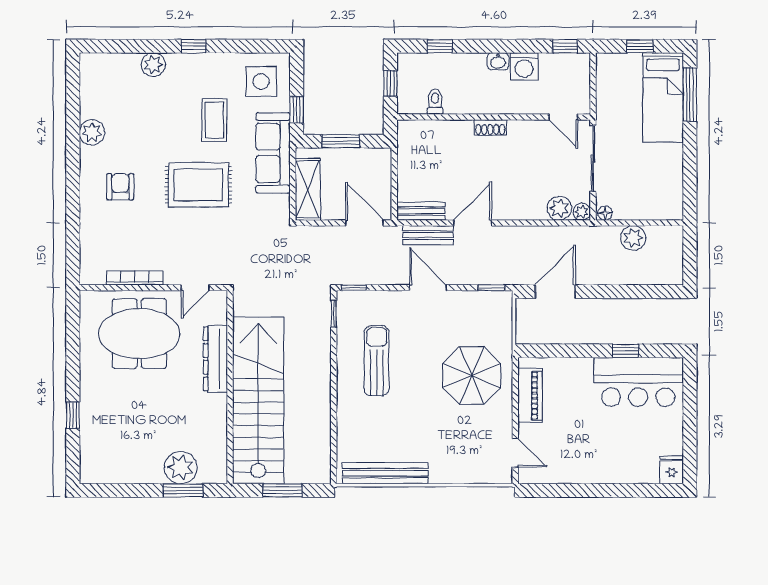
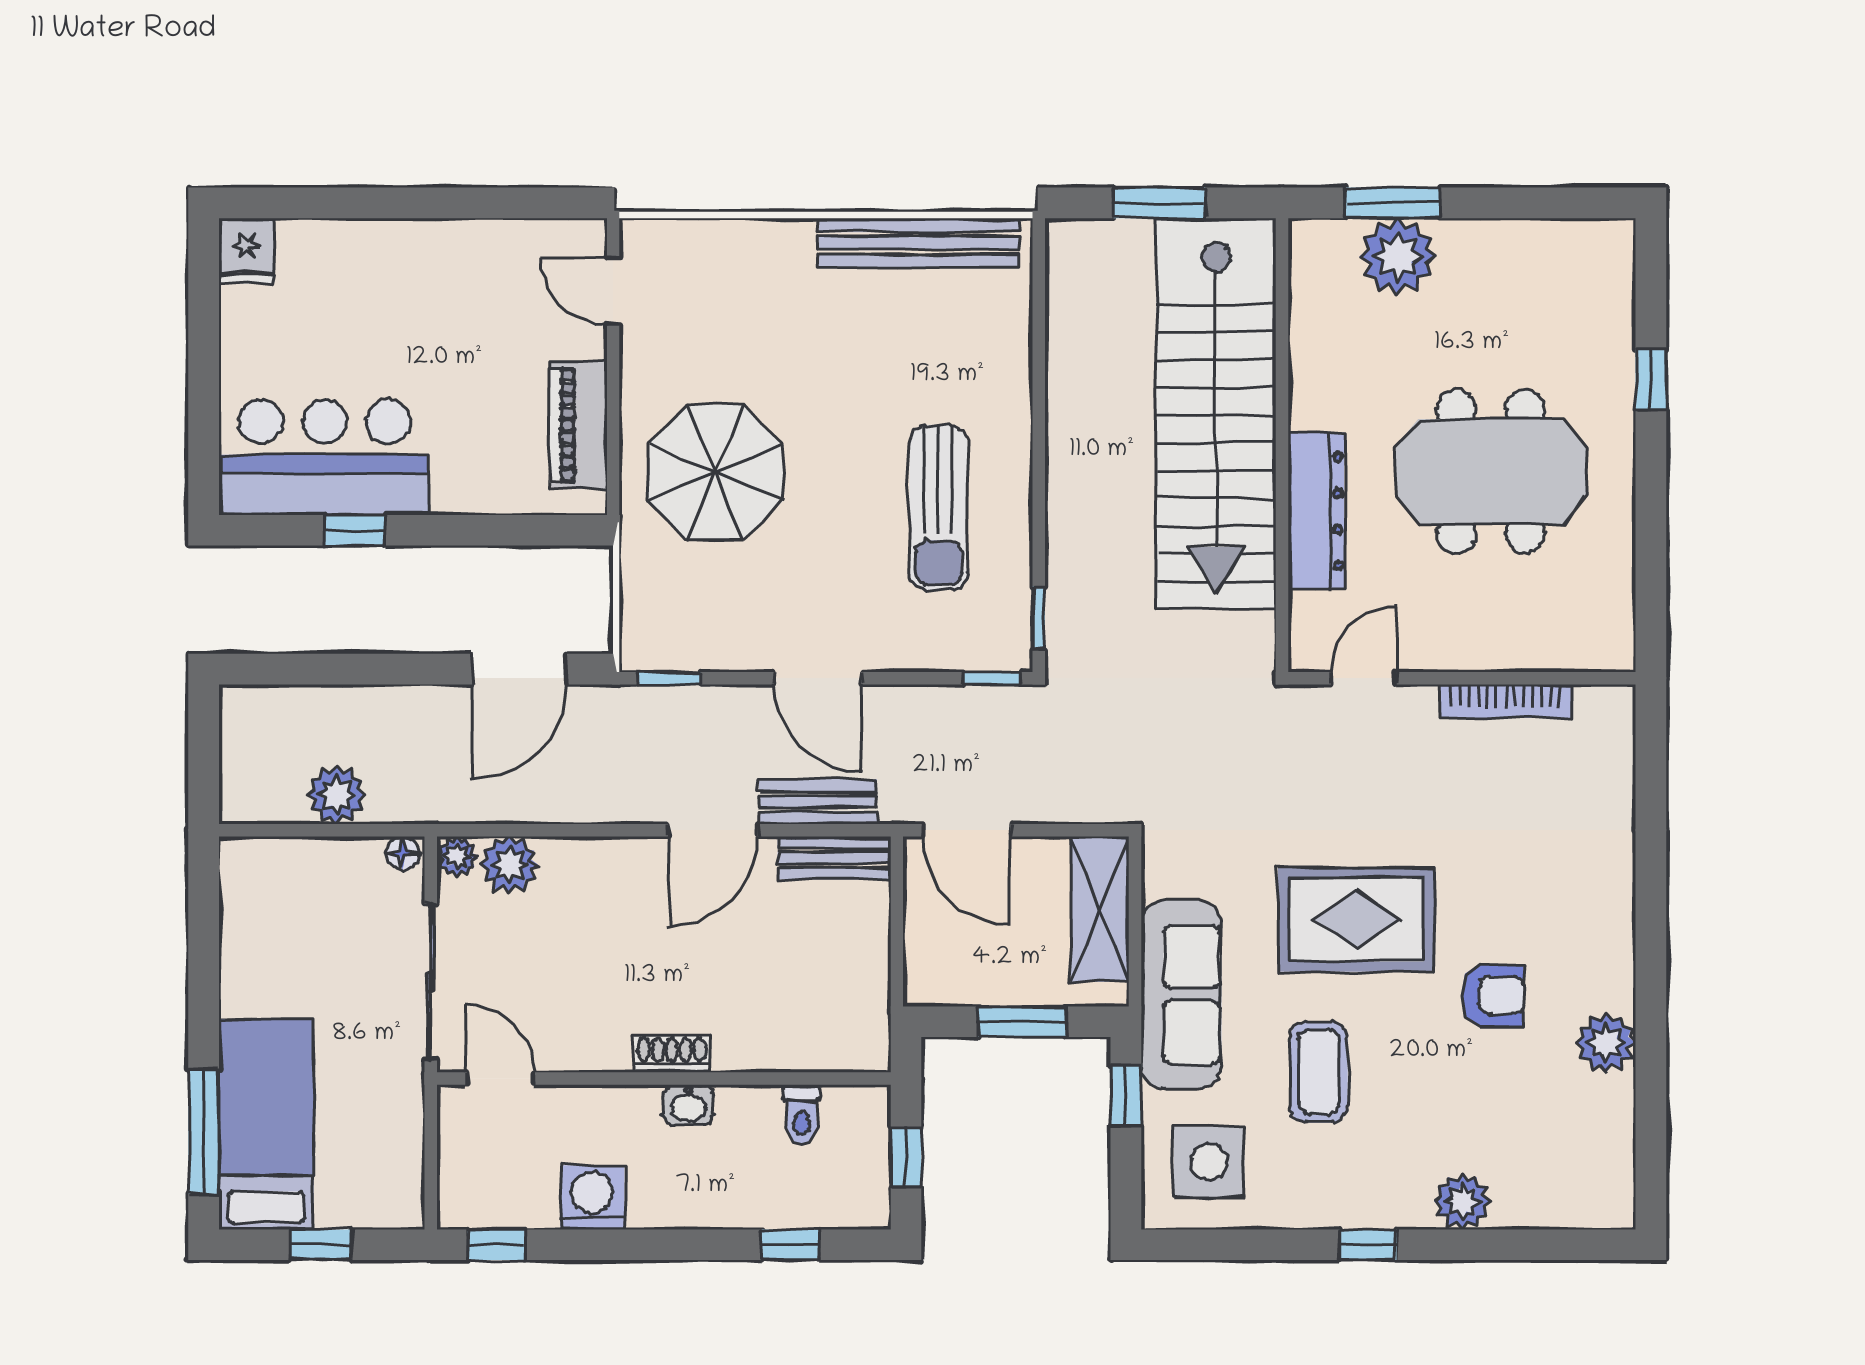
washbasin: (498, 61) -> (688, 1105), moved, turned 180
armchair: (120, 187) -> (1493, 995), moved, turned -90
meeting table: (139, 334) -> (1491, 472), moved

